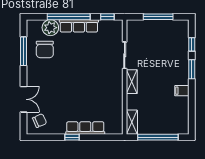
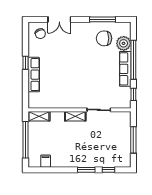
filing cabinet: (182, 91) -> (46, 161), moved

